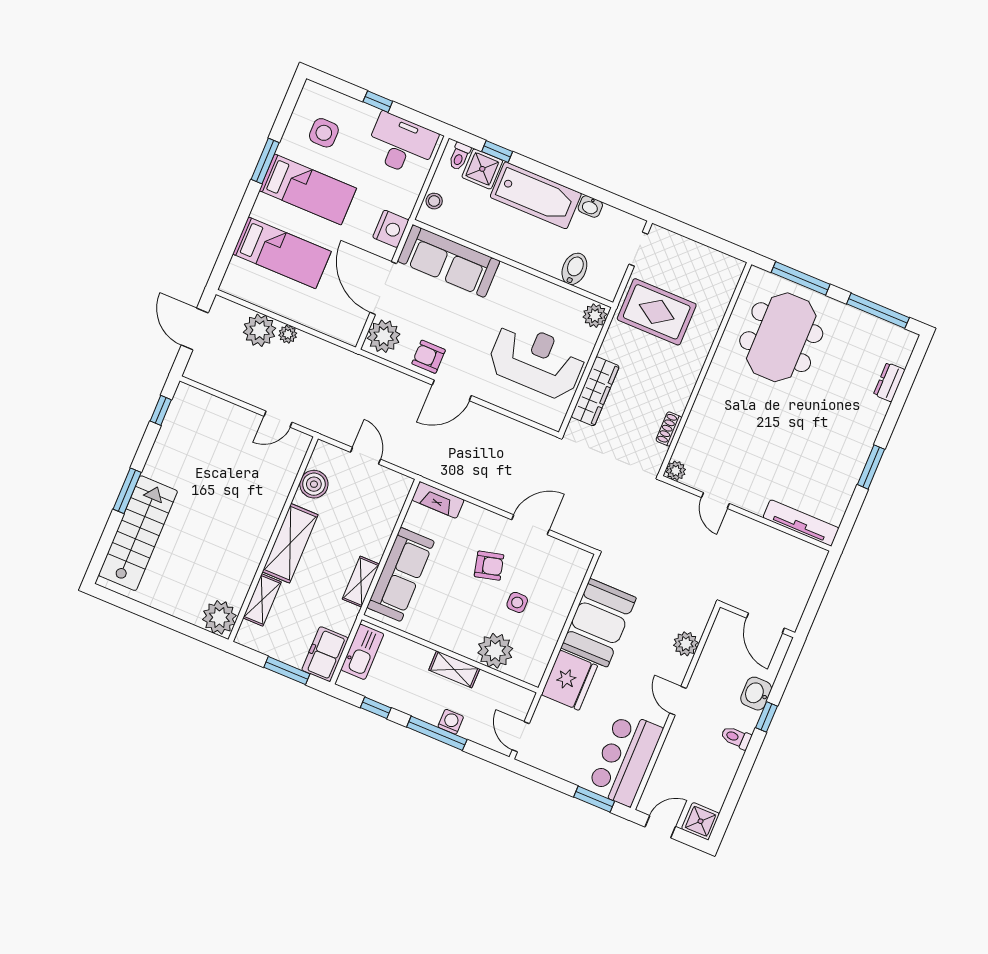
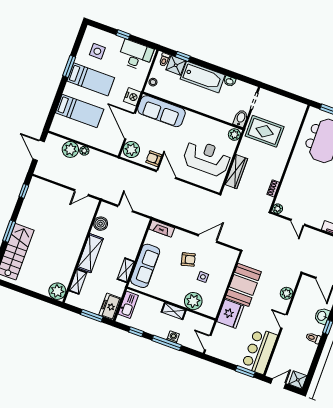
bidet: (574, 269) -> (241, 118), moved
door: (452, 390) -> (166, 174), swing flipped

